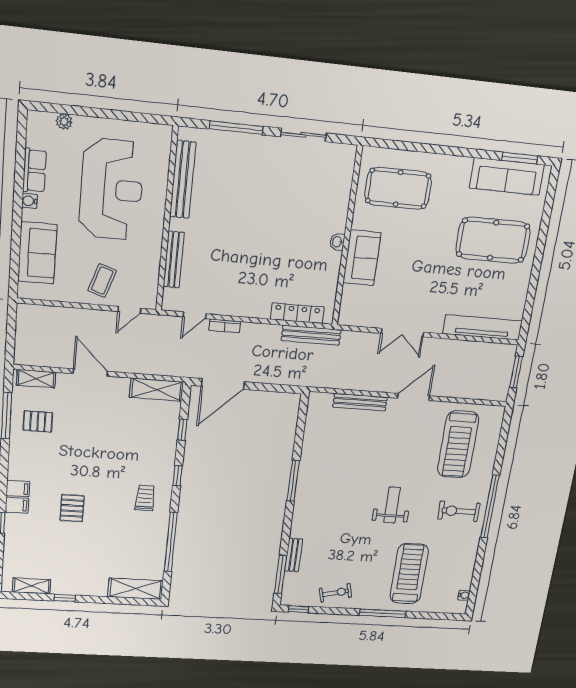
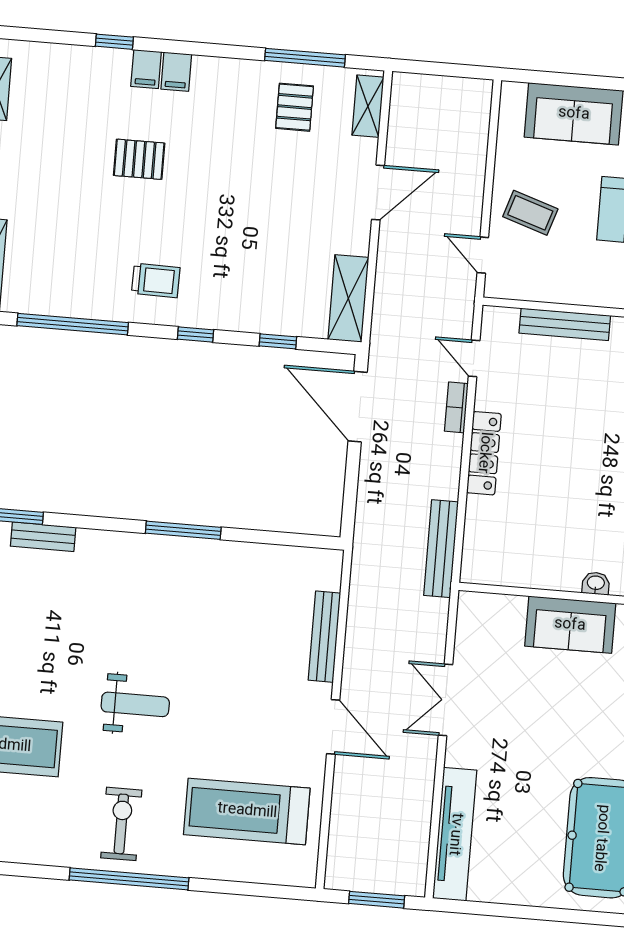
locker: (297, 313) -> (484, 453), moved

